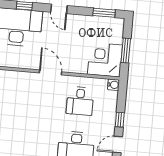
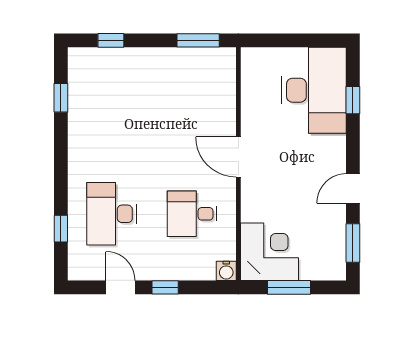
door: (59, 9) -> (353, 188), moved
door: (51, 72) -> (238, 157), swing flipped

